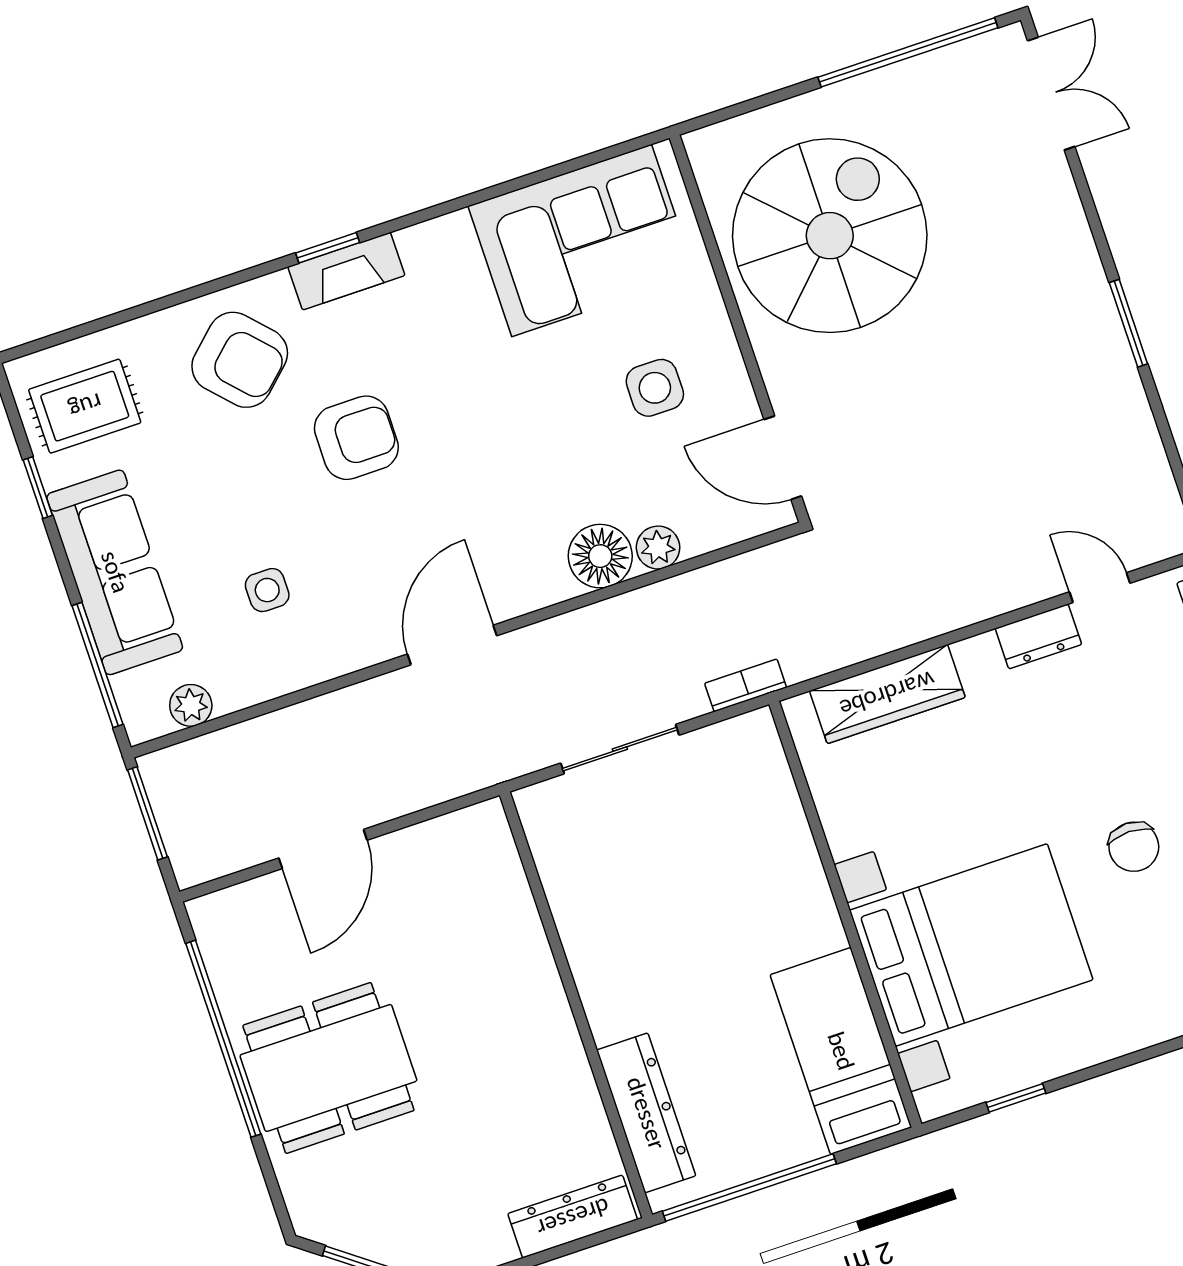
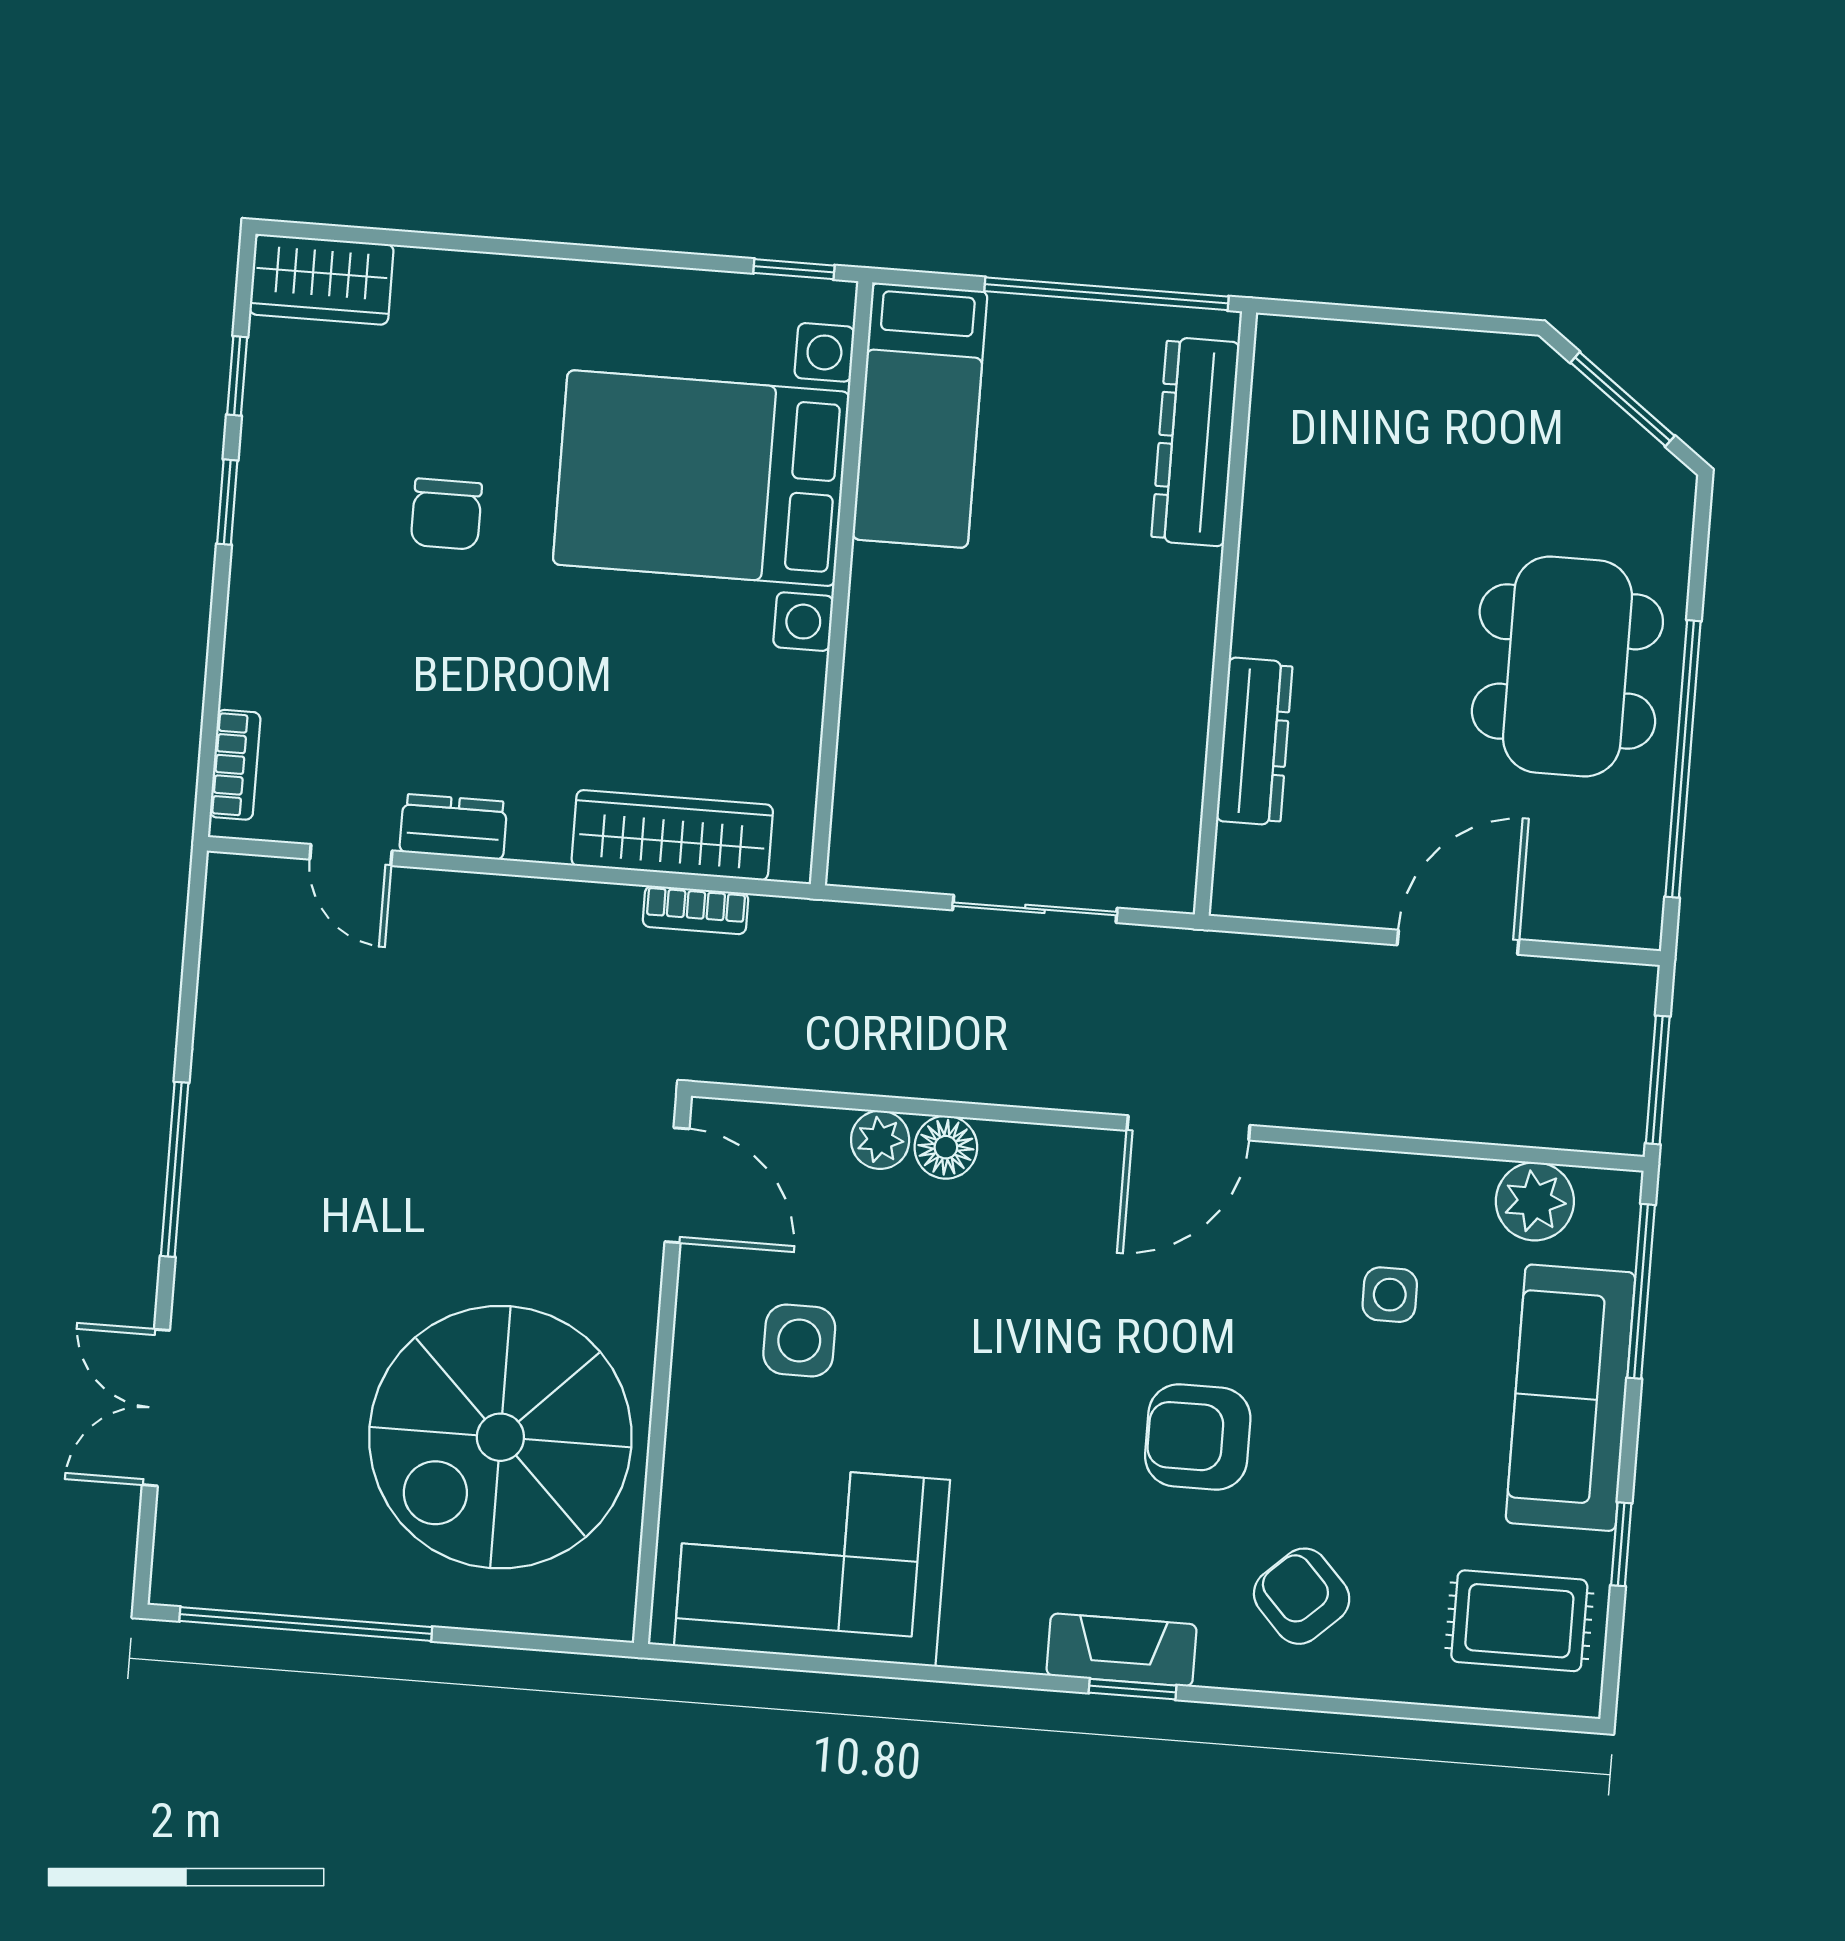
double door: (1051, 94) -> (156, 1408), moved
window: (1128, 323) -> (175, 1169), width x1.44
armchair: (240, 360) -> (1302, 1596), width x0.72, depth x0.72
floor lamp: (600, 556) -> (946, 1147), width x0.73, depth x0.73
bookcase: (746, 685) -> (696, 910), moved
plant: (191, 705) -> (1535, 1201), width x1.38, depth x1.38
chair: (1134, 847) -> (446, 514), turned 180
dining table: (328, 1068) -> (1567, 666), turned 90
window: (1016, 1098) -> (794, 269), moved
dresser: (573, 1217) -> (1254, 742), moved, turned -90

